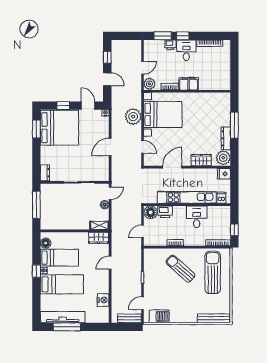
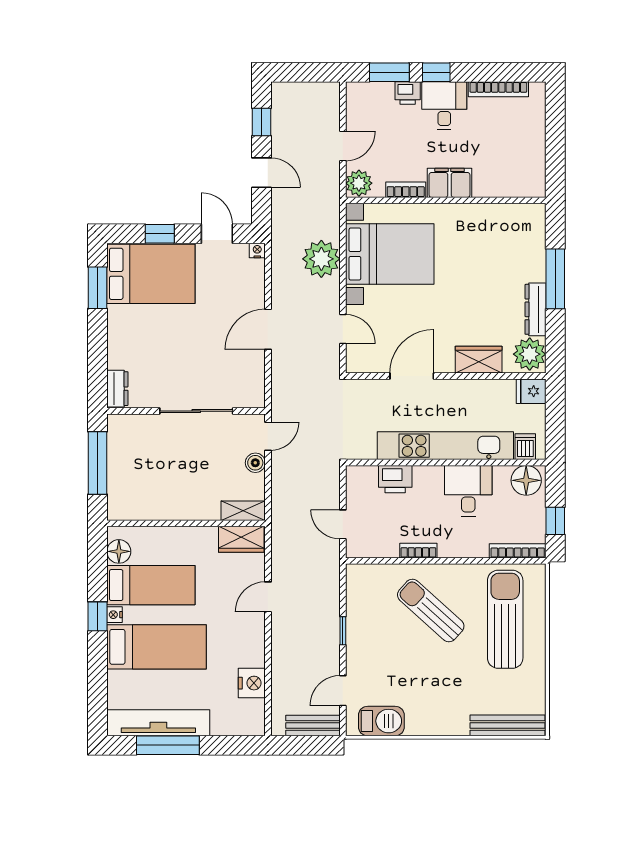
bed: (60, 128) -> (151, 274), width x0.73
floor lamp: (151, 212) -> (526, 480), moved
door: (142, 231) -> (343, 524), hinge flipped

